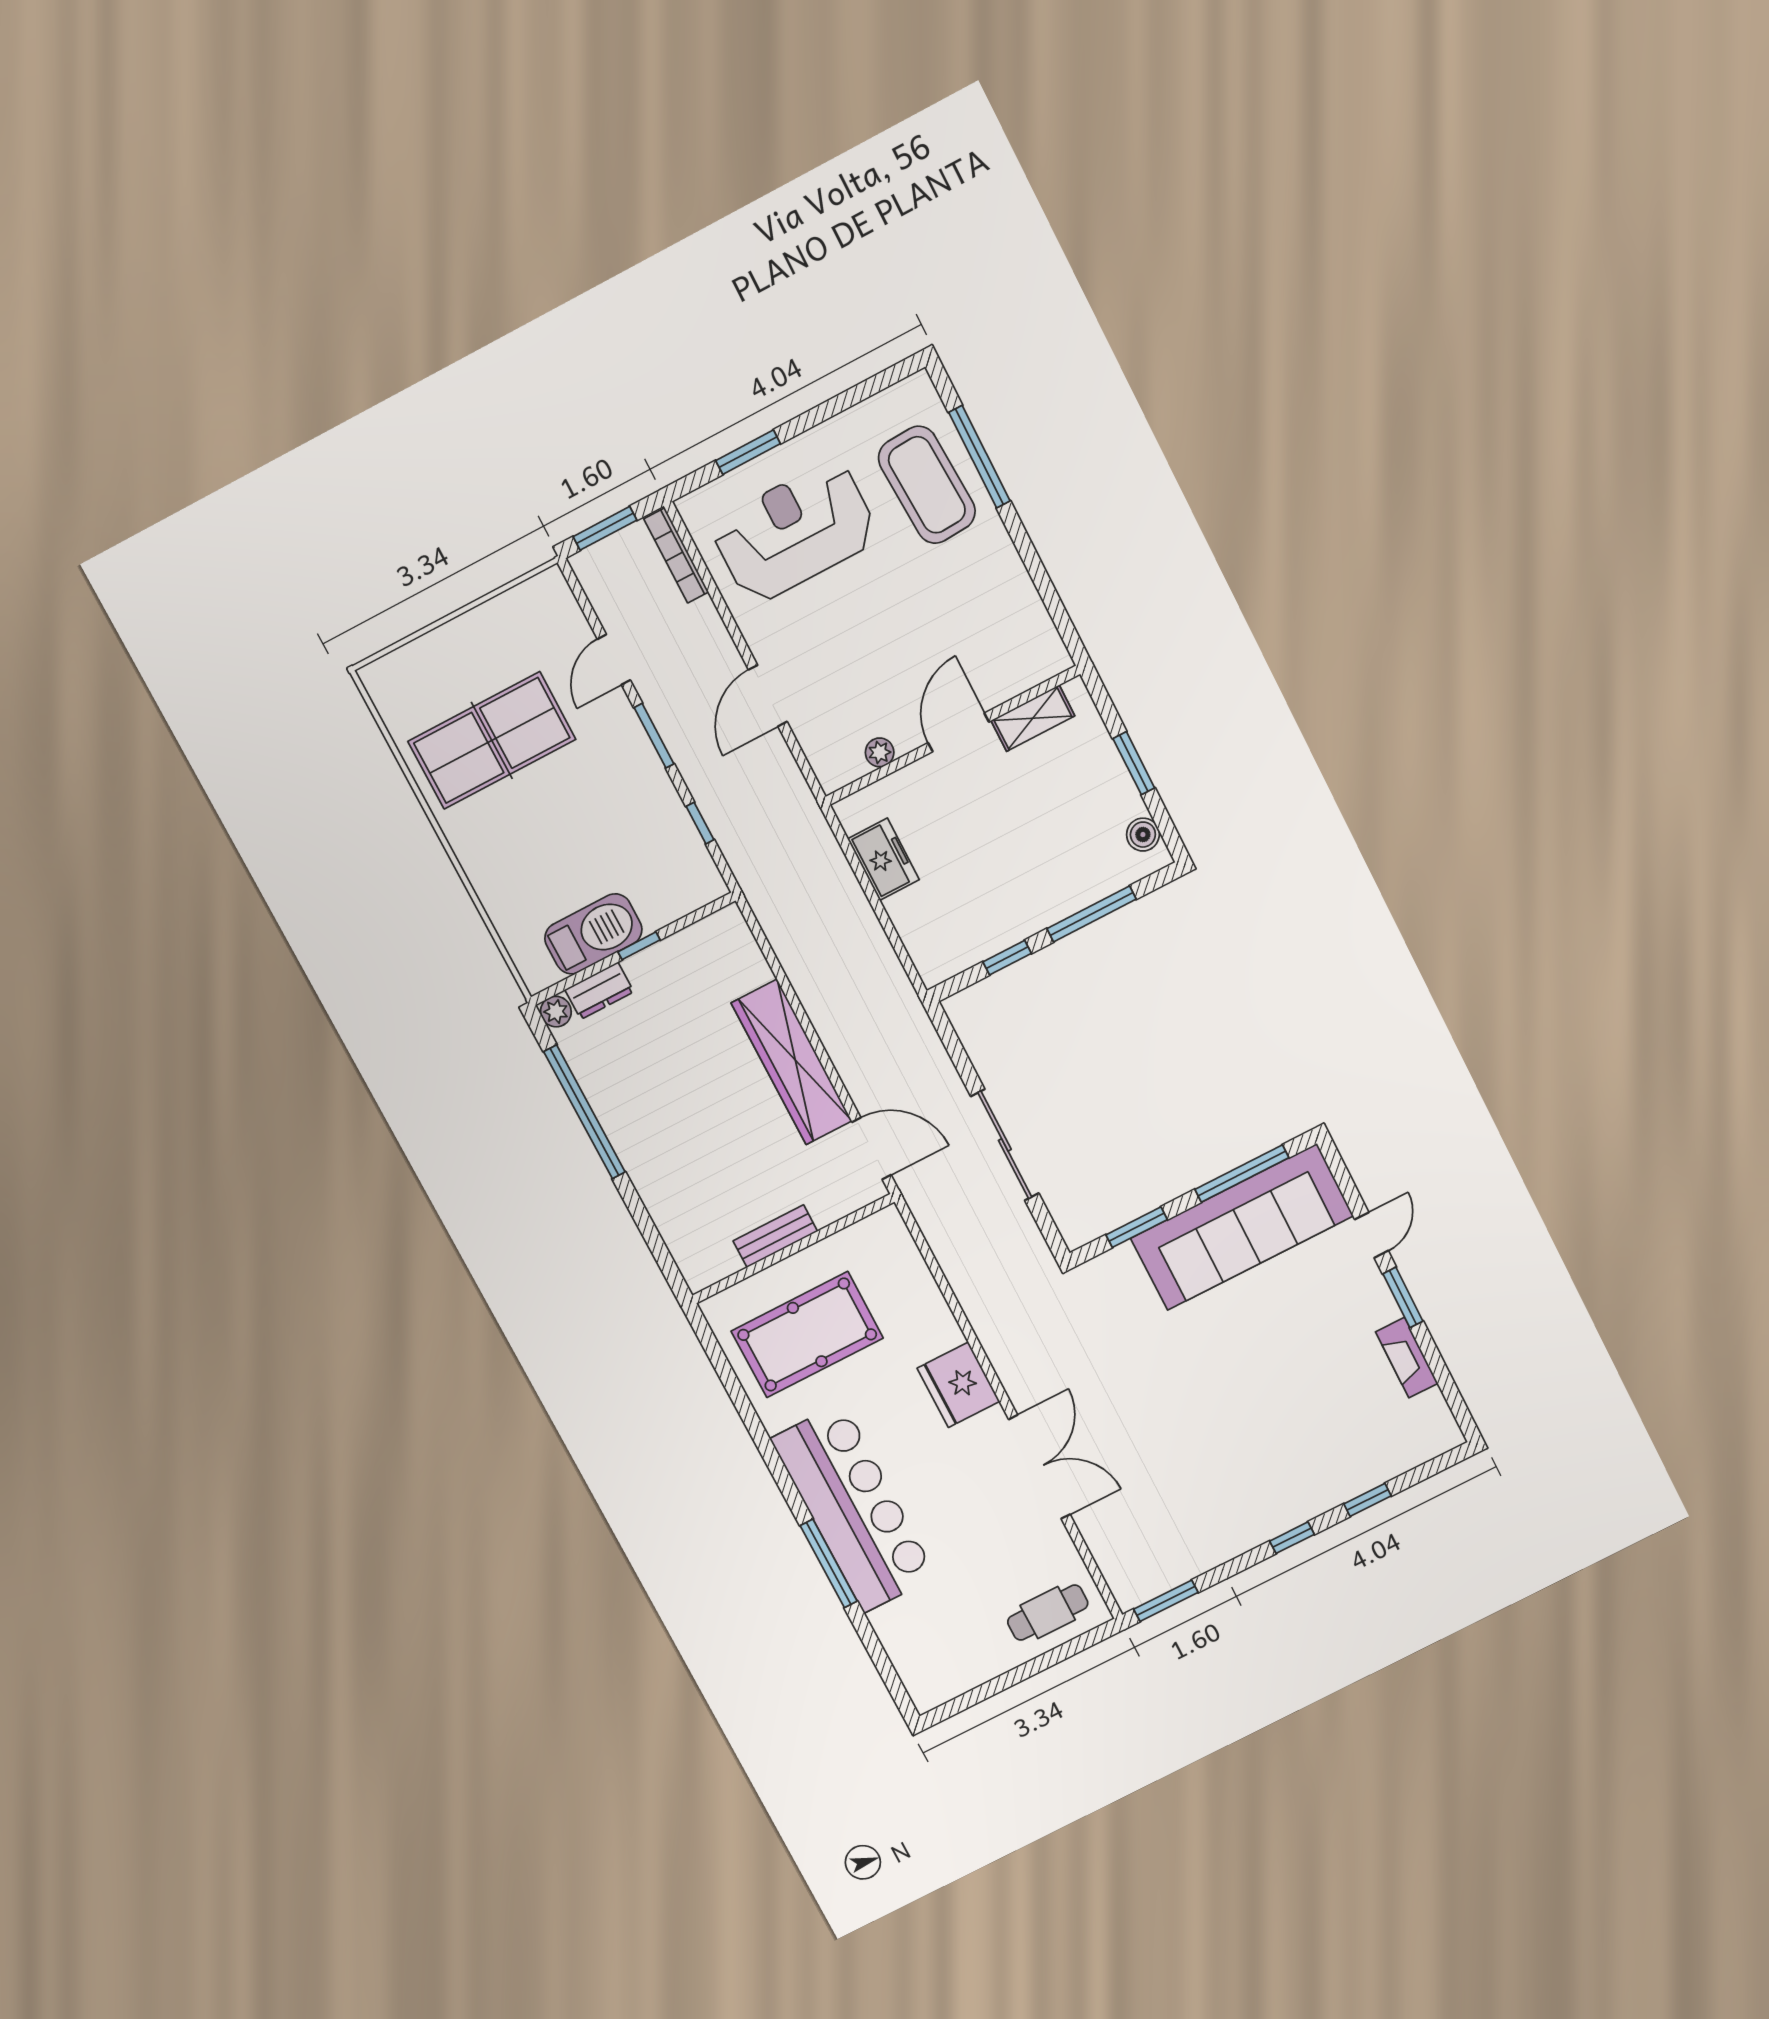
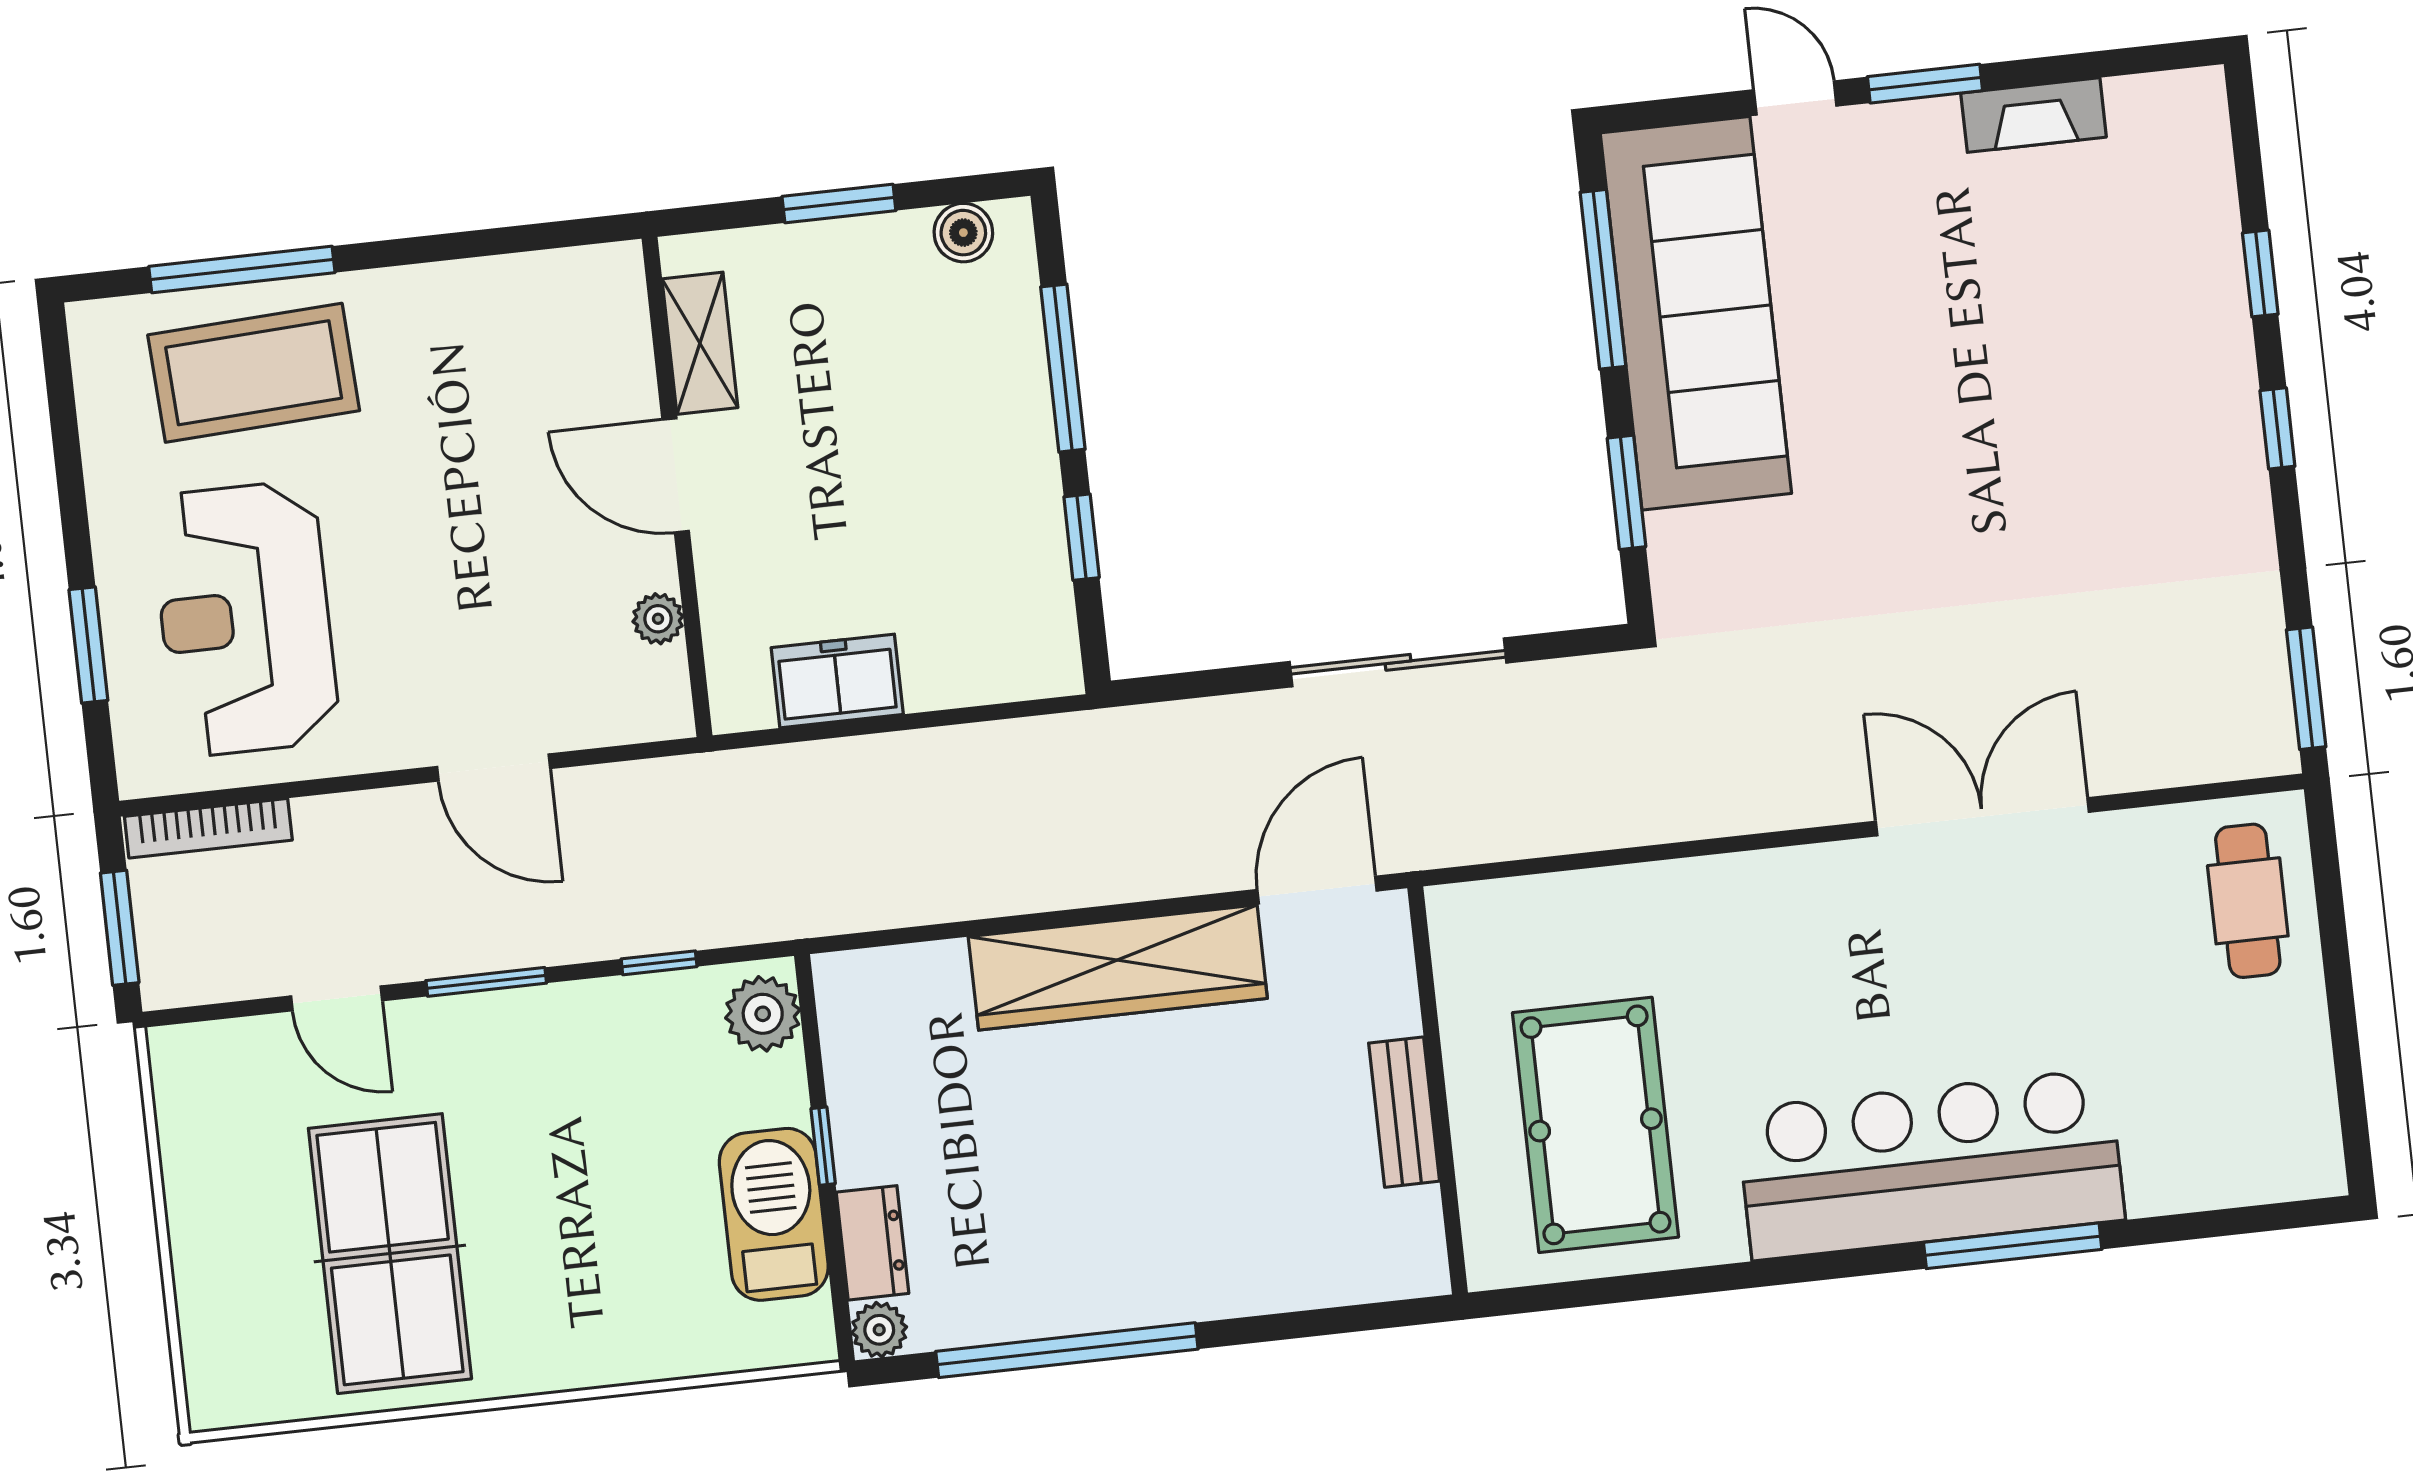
plant: (695, 888) -> (763, 1014), added
fridge: (959, 1385) -> (1784, 900), removed

